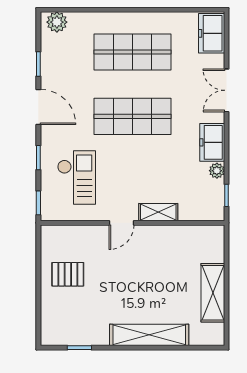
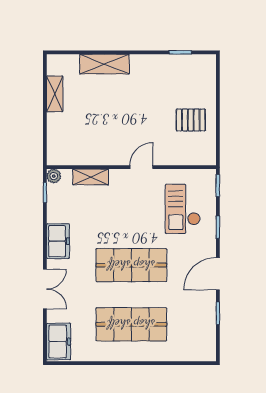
plant: (57, 22) -> (201, 352), removed
door: (38, 107) -> (218, 274), hinge flipped
plant: (217, 171) -> (54, 176), moved
shelving: (158, 212) -> (91, 177), moved
shelving: (213, 293) -> (55, 94), width x0.67, depth x0.75
shelving: (149, 335) -> (104, 64), width x0.68

